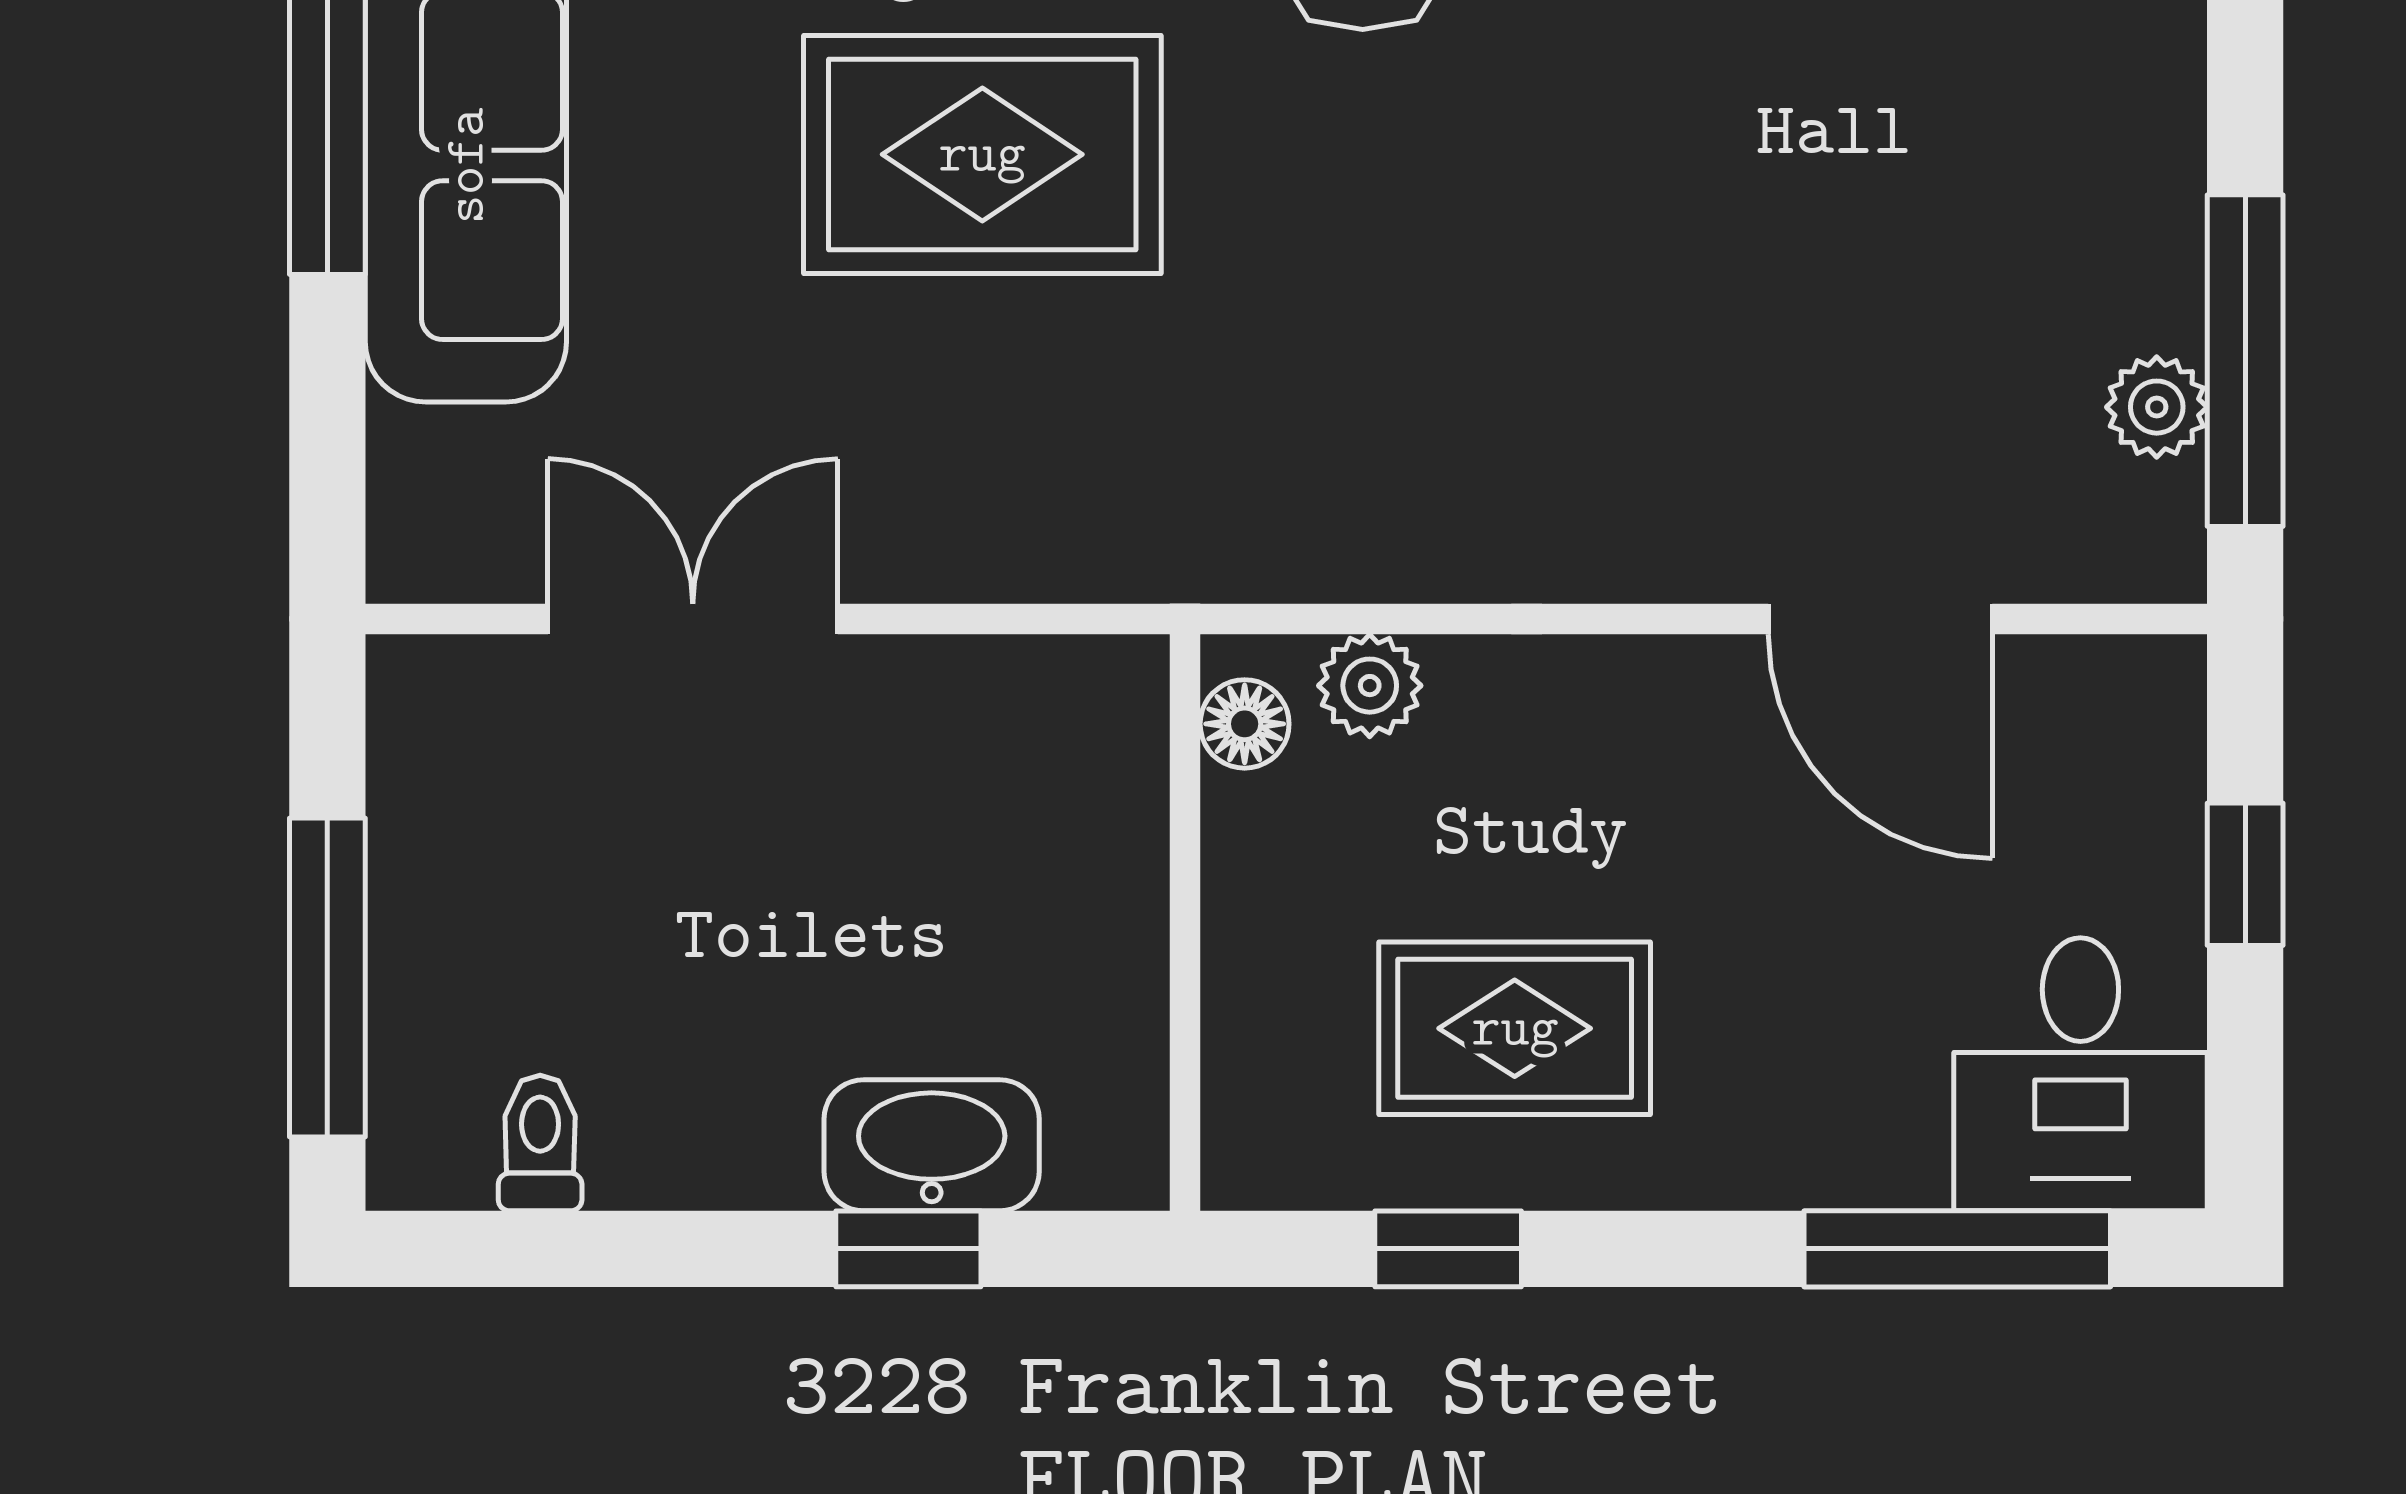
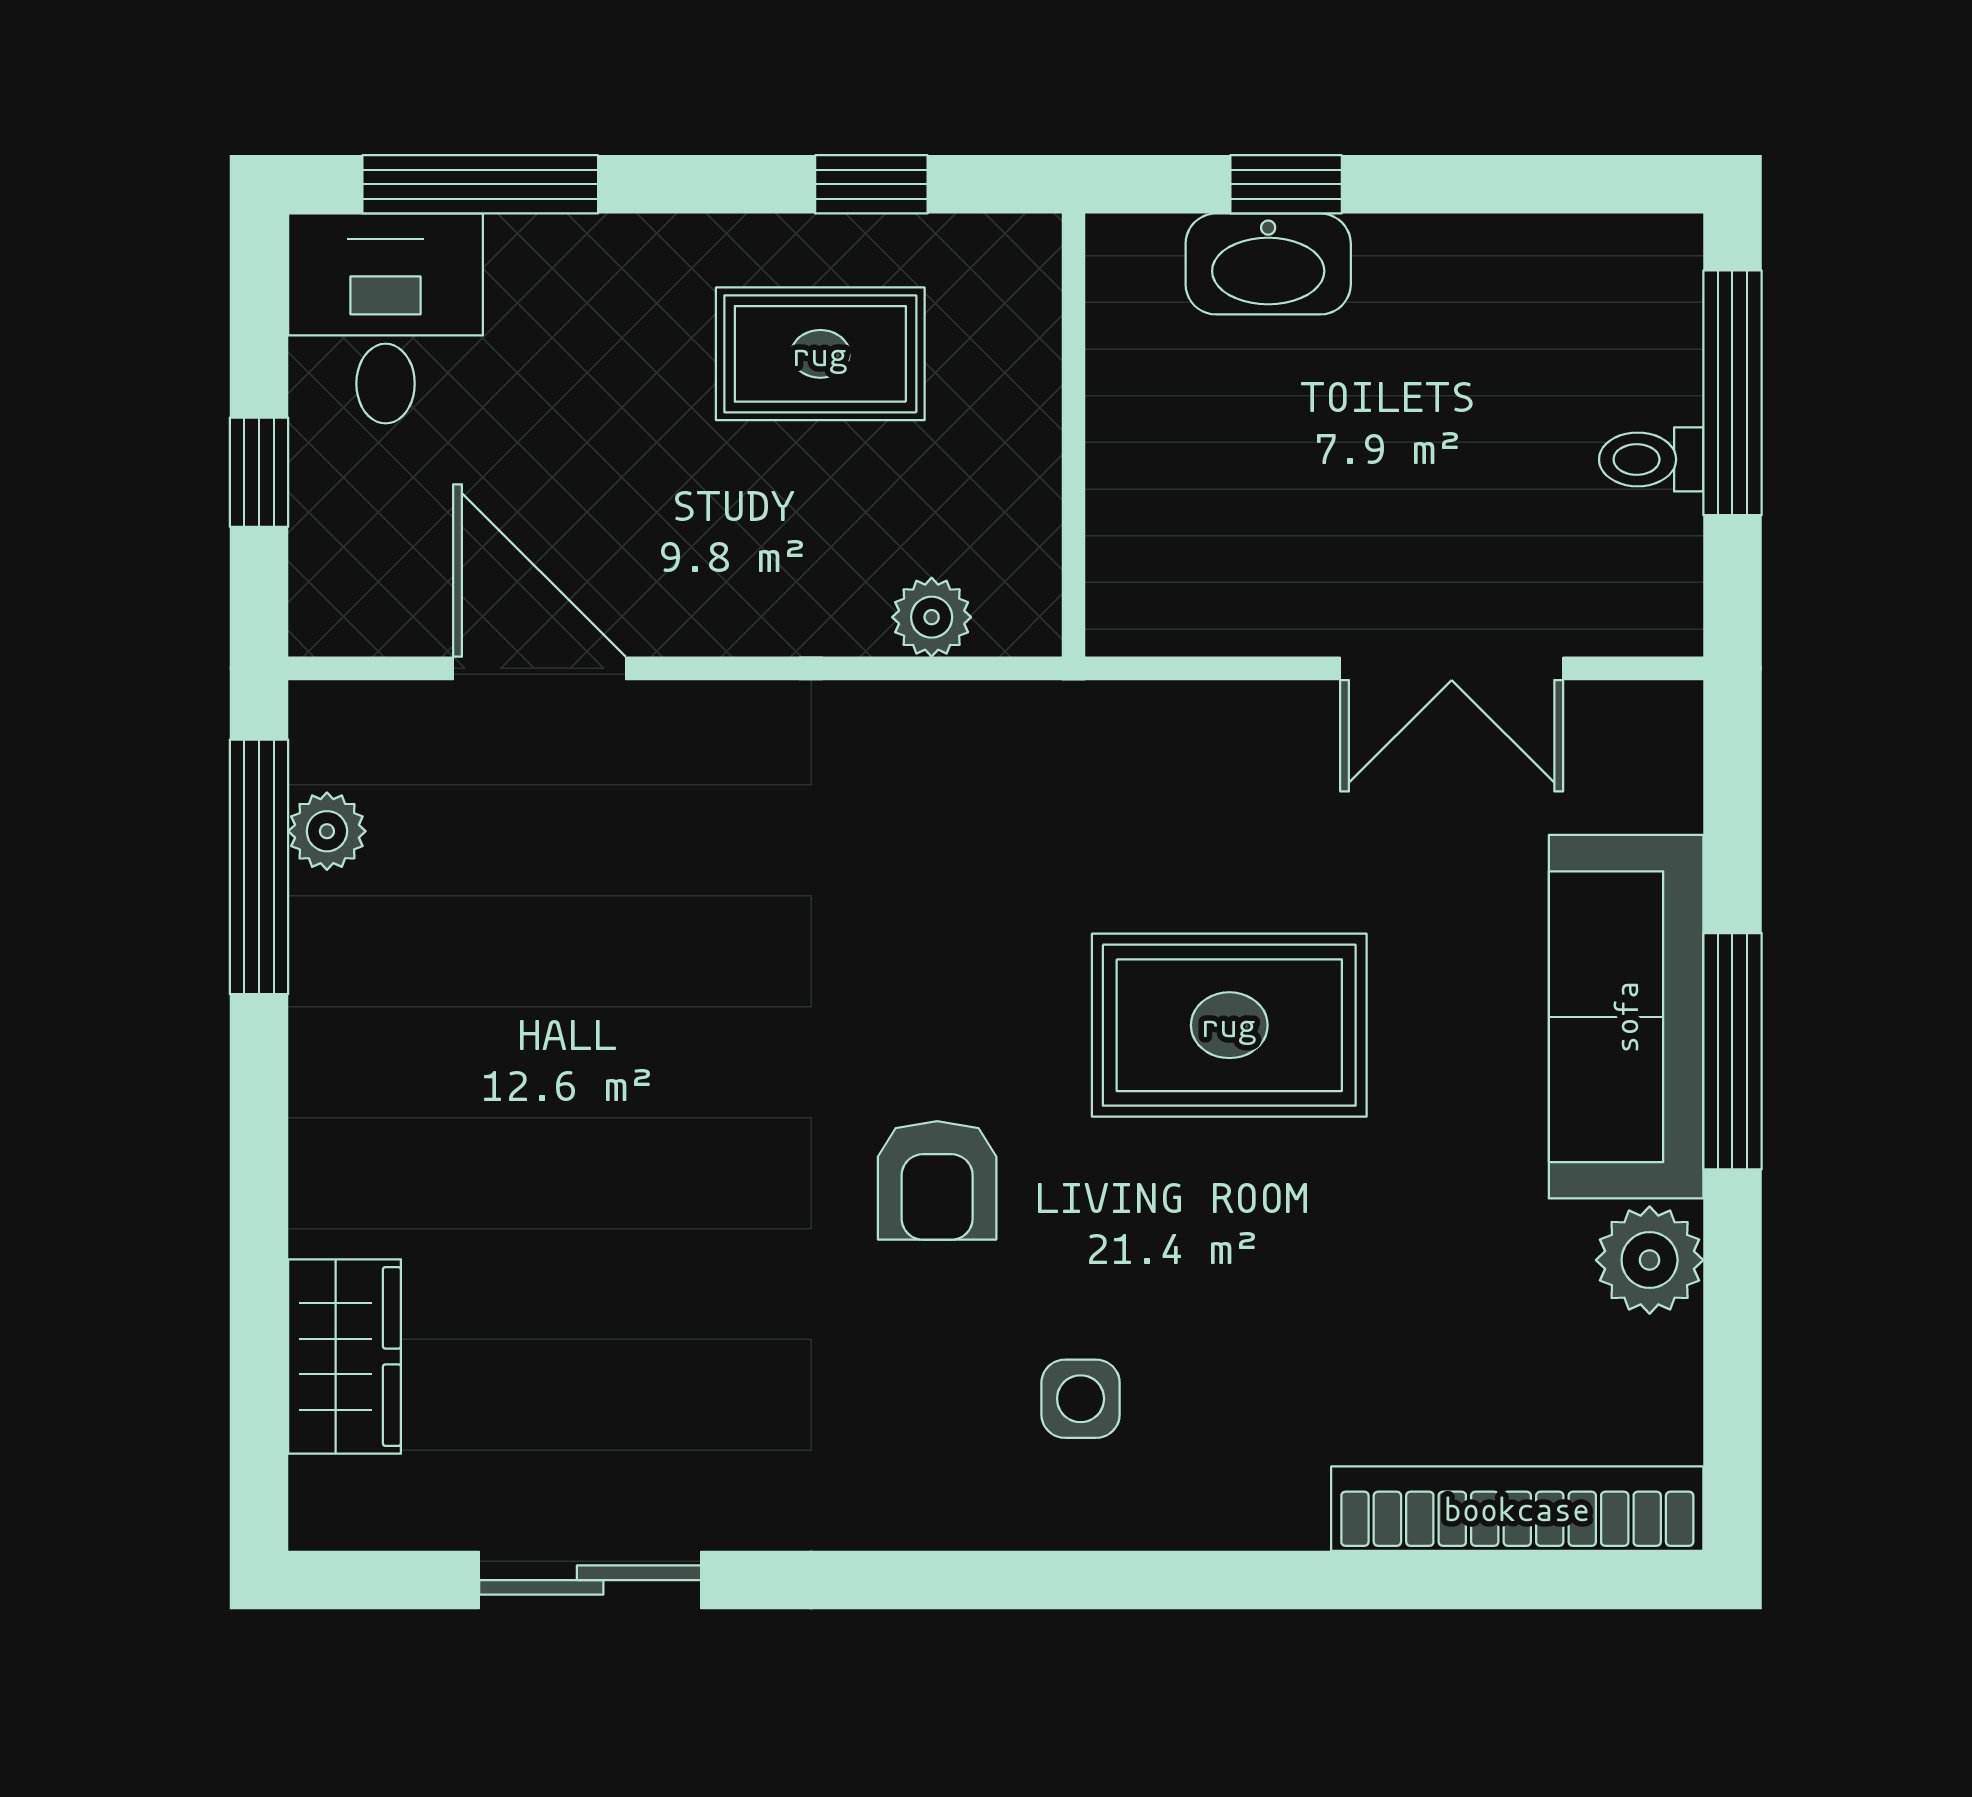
floor lamp: (1245, 724) -> (1028, 588), removed
toilet: (540, 1143) -> (1651, 459), moved, turned 90

